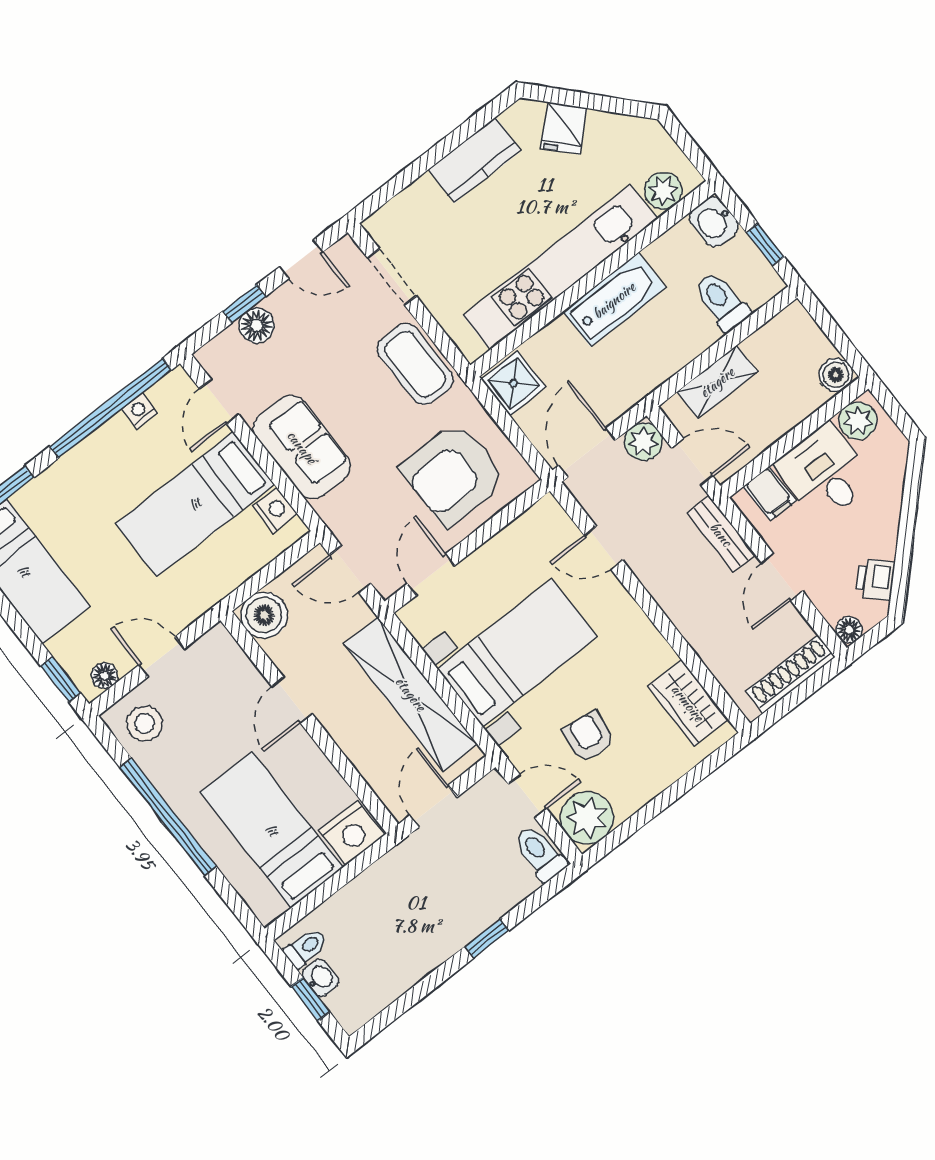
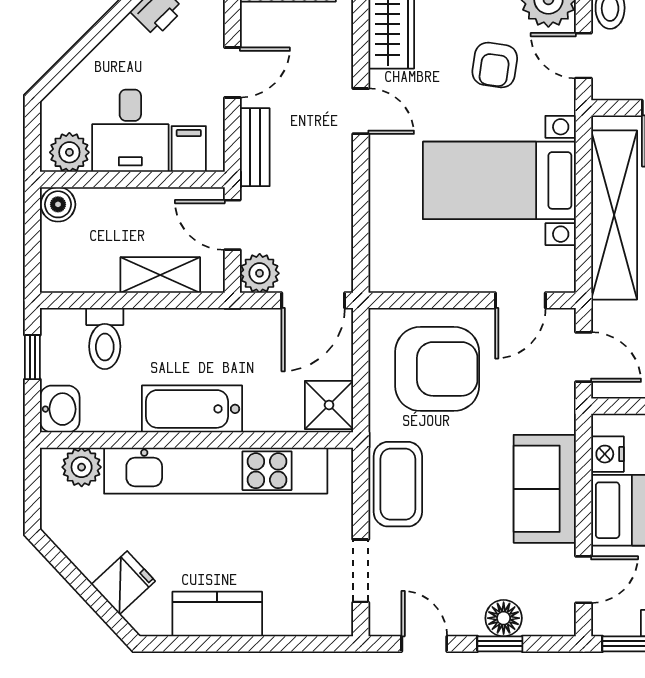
door: (604, 548) -> (361, 111), moved

